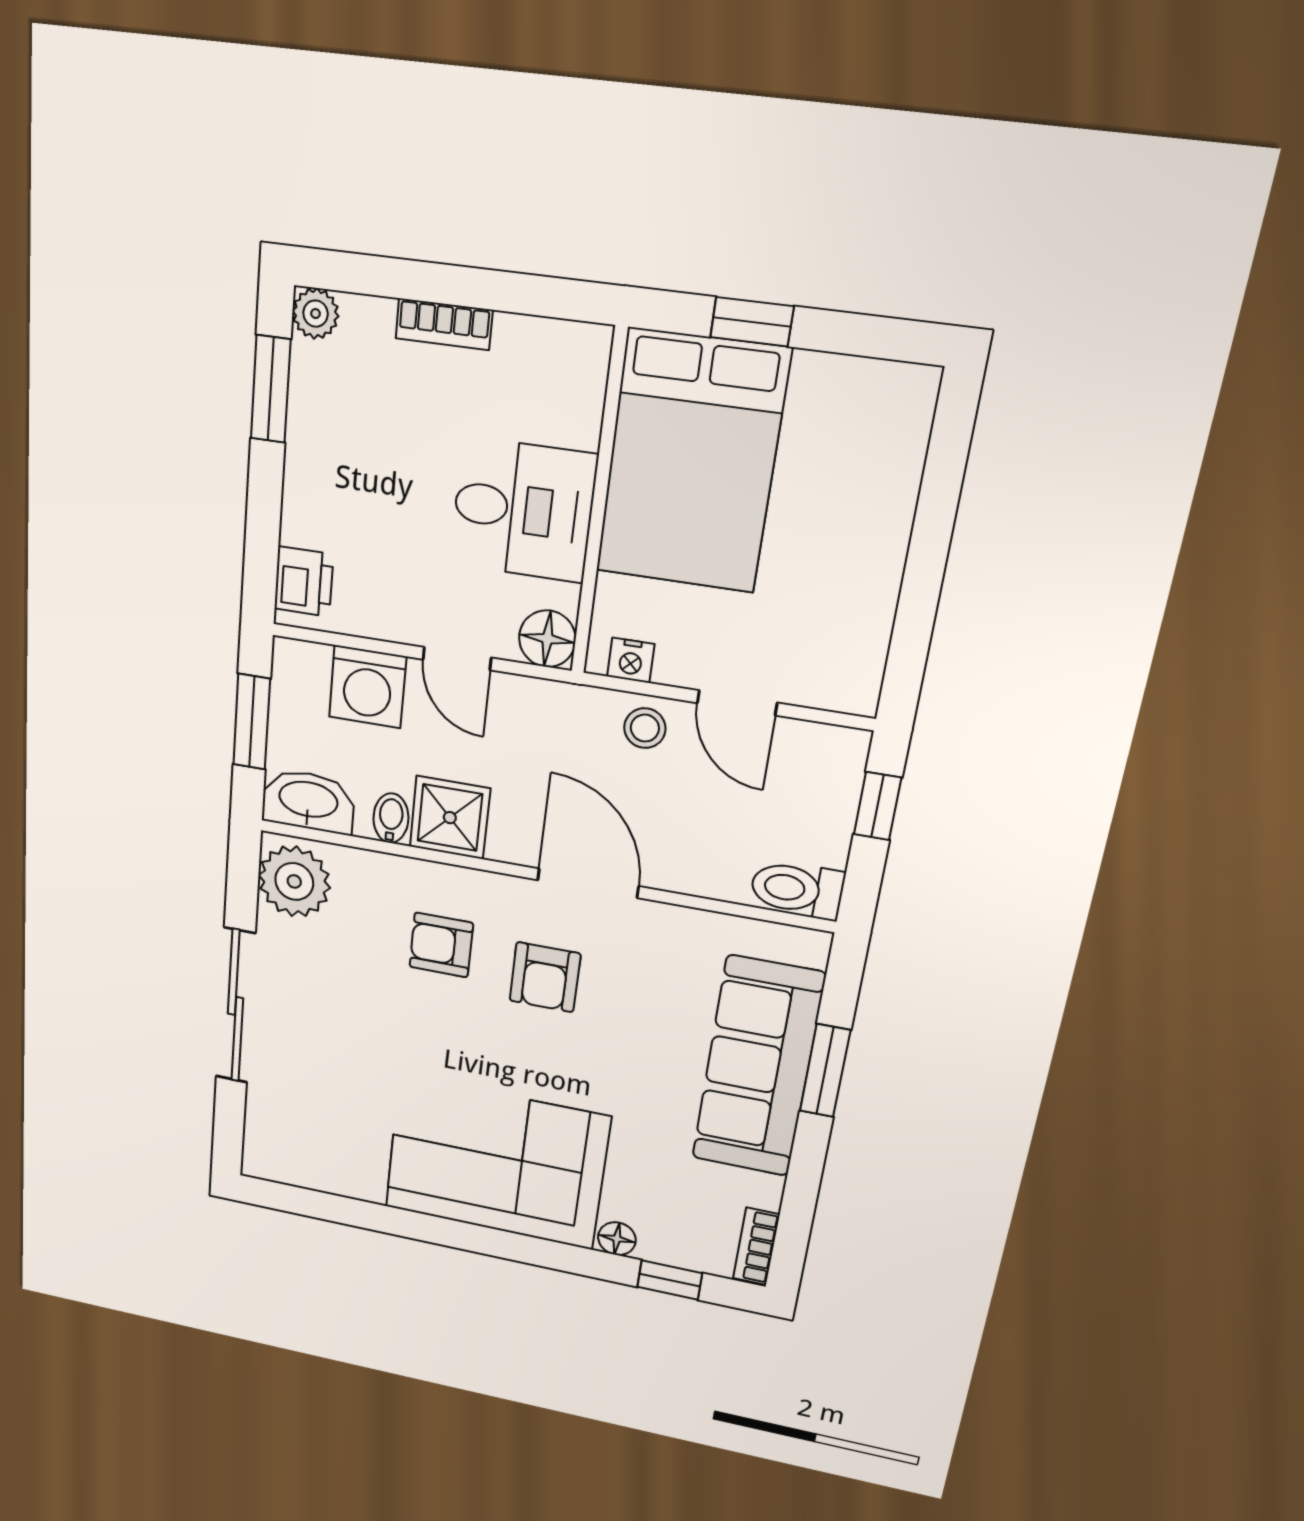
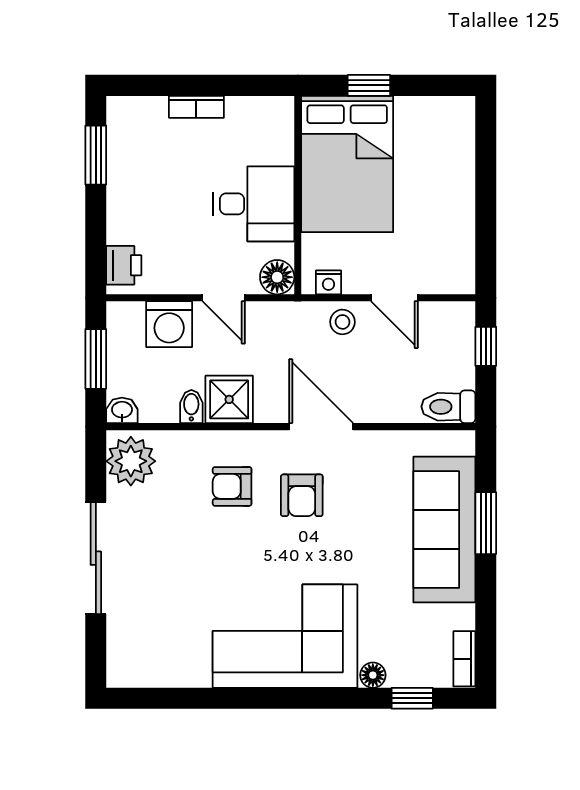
plant: (315, 314) -> (120, 110), removed
washbasin: (308, 801) -> (122, 410), width x0.52, depth x0.69

